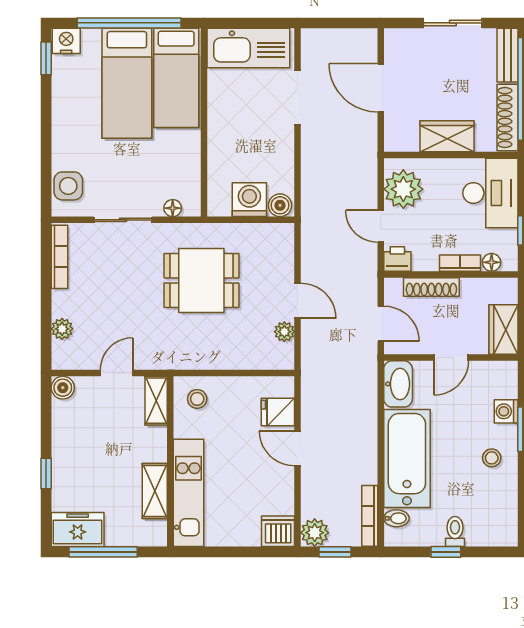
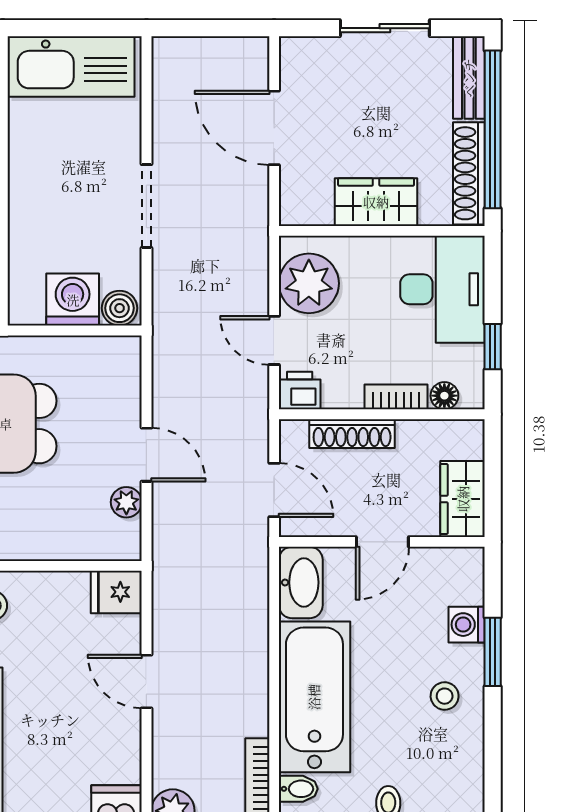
doorway: (298, 98) -> (146, 206), moved
fridge: (278, 412) -> (116, 592), moved

